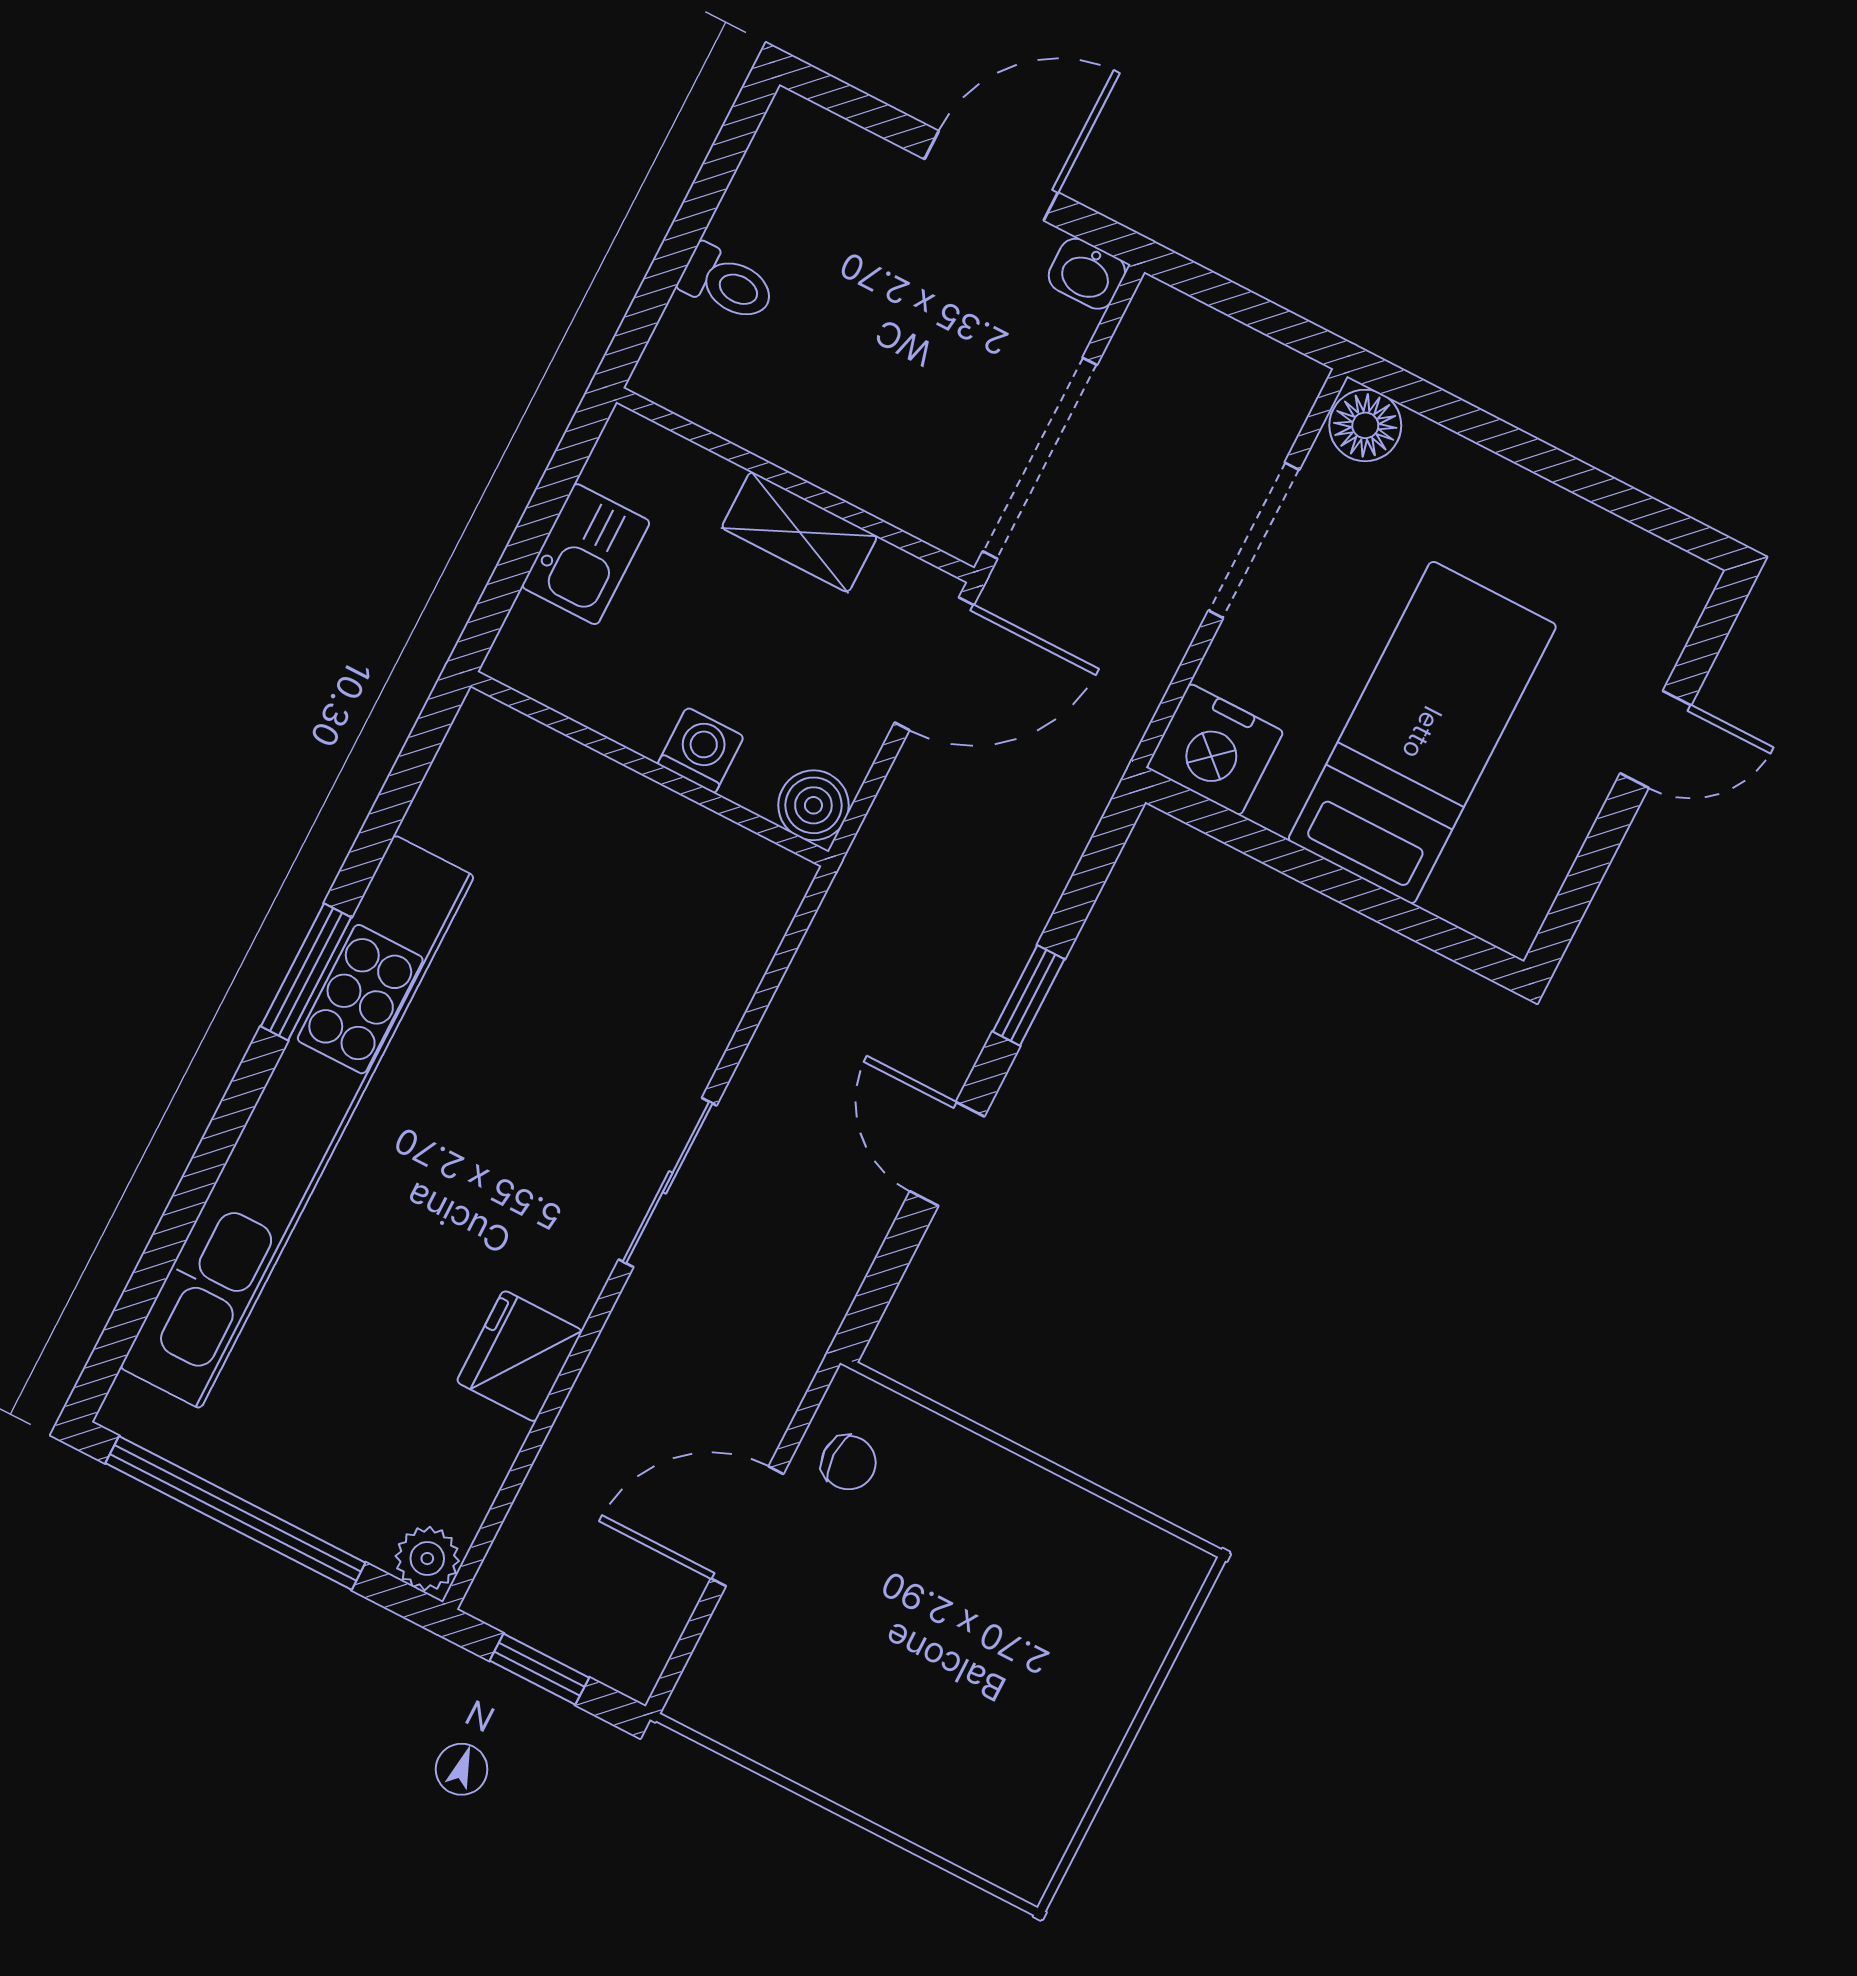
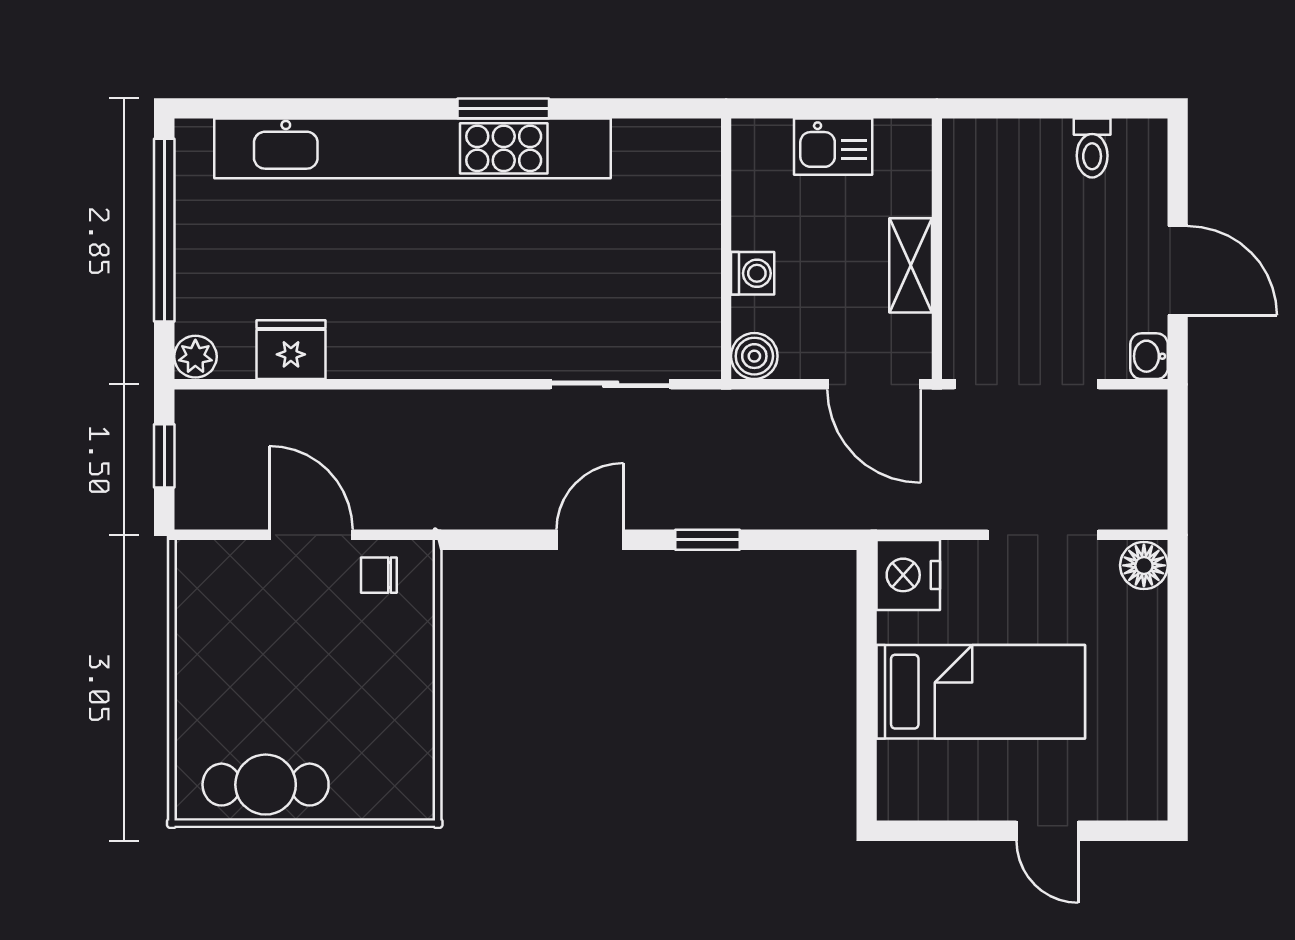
toilet: (727, 284) -> (1092, 148), moved
sliding door: (668, 1182) -> (611, 384), moved
fridge: (519, 1356) -> (291, 350), moved
chair: (849, 1463) -> (379, 575), turned 90
cafe table: (1052, 1760) -> (266, 785), added

